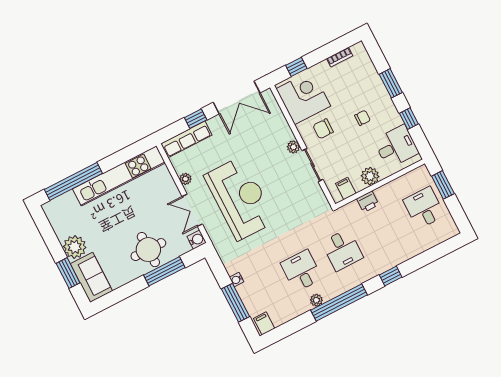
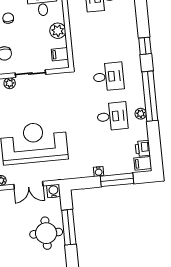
printer: (368, 202) -> (143, 148), moved, turned 180
desk: (301, 271) -> (112, 116), turned 180

